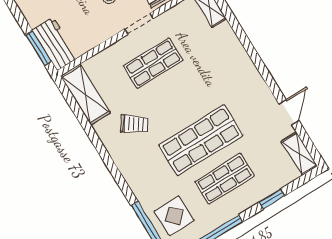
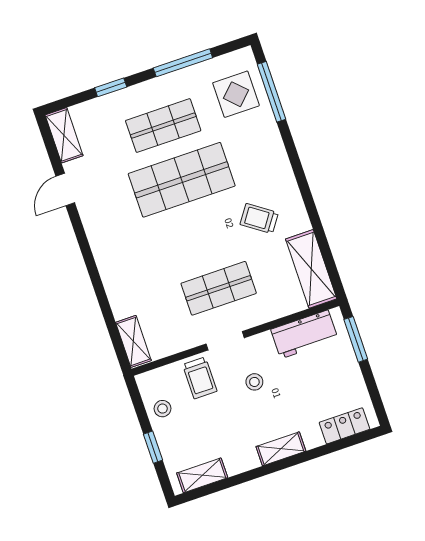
workbench: (55, 44) -> (304, 334), moved, turned -90

